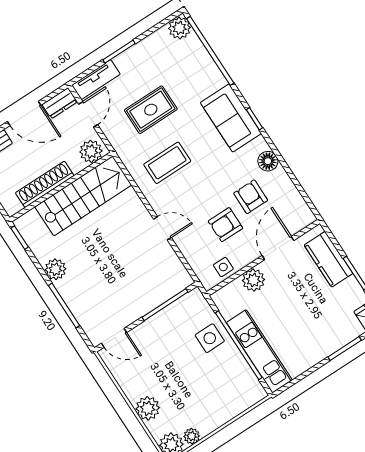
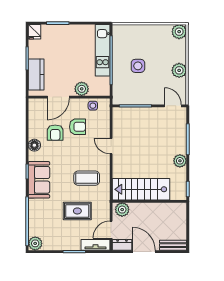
shoe rack: (45, 184) -> (157, 208), removed
side table: (210, 338) -> (138, 66), moved
plant: (148, 408) -> (179, 70), moved
plant: (192, 436) -> (166, 29), removed

